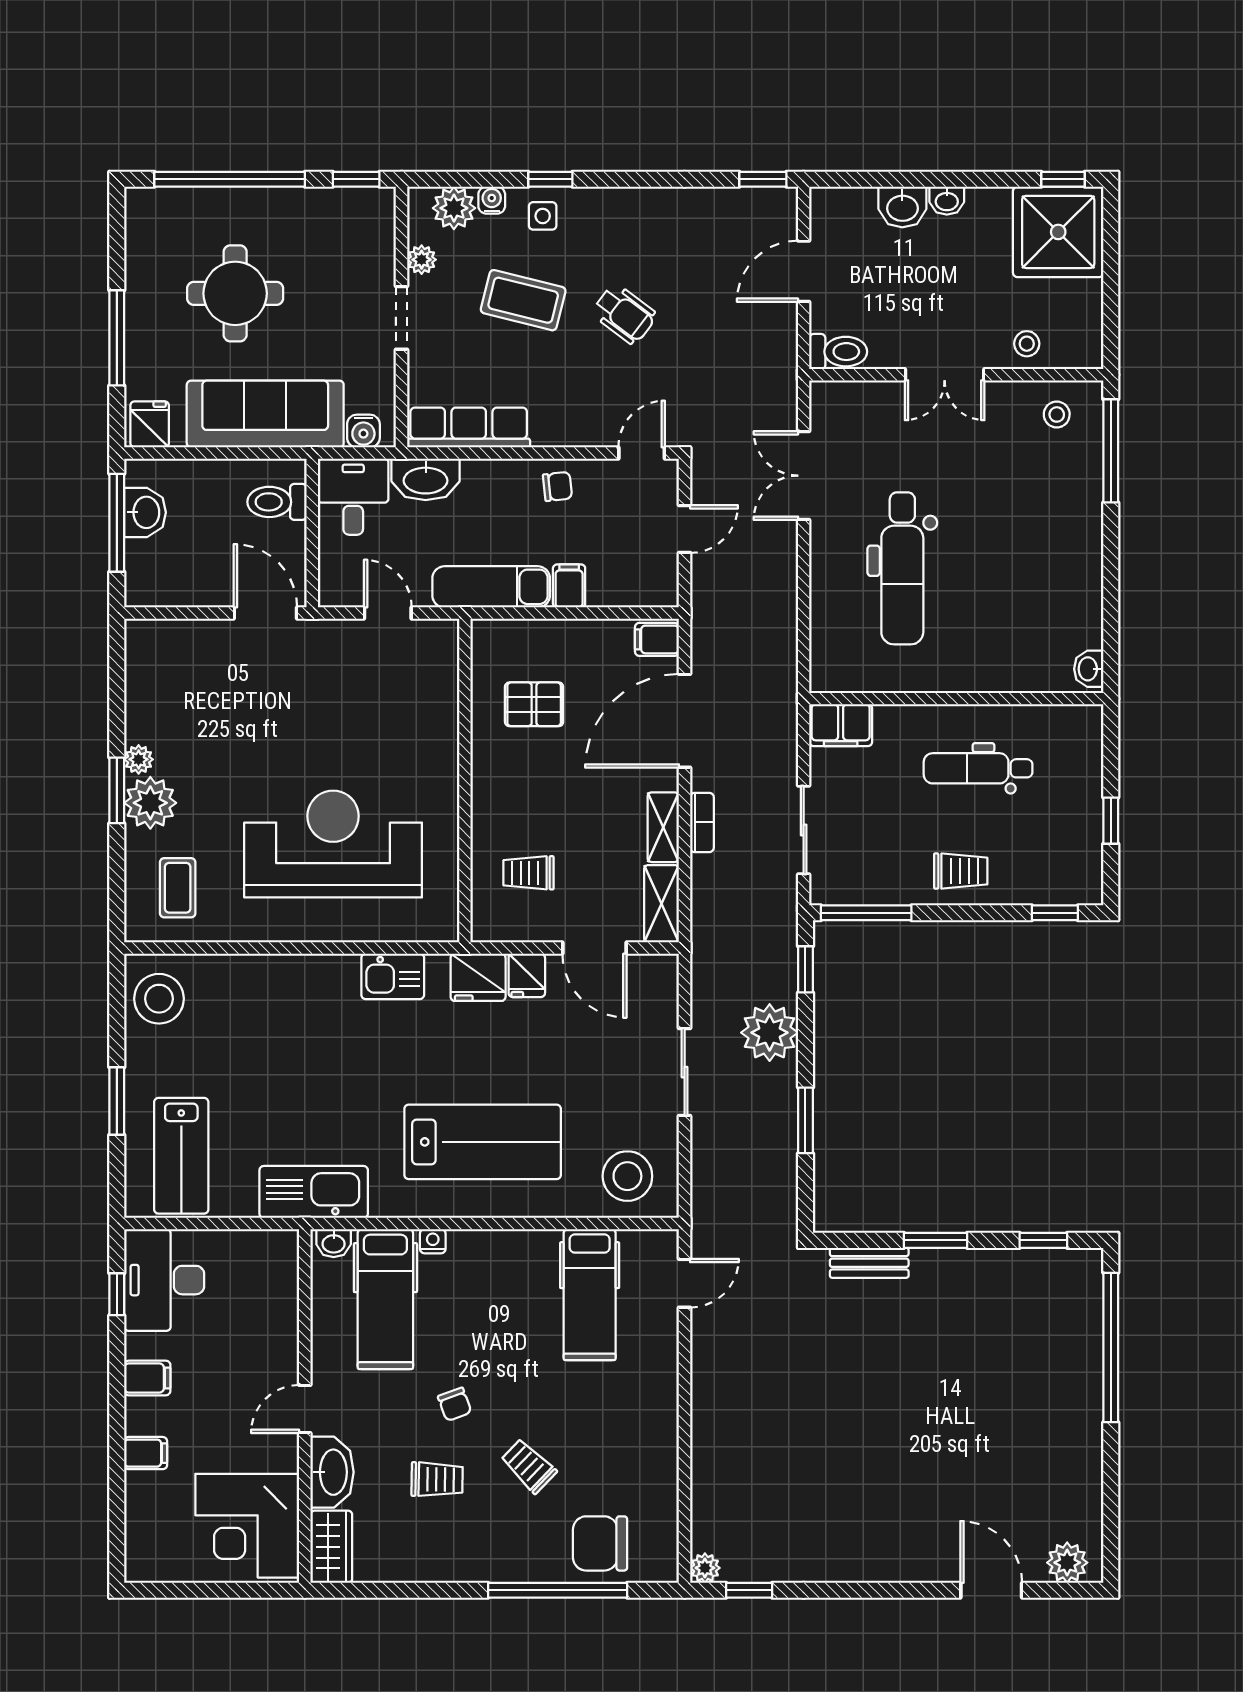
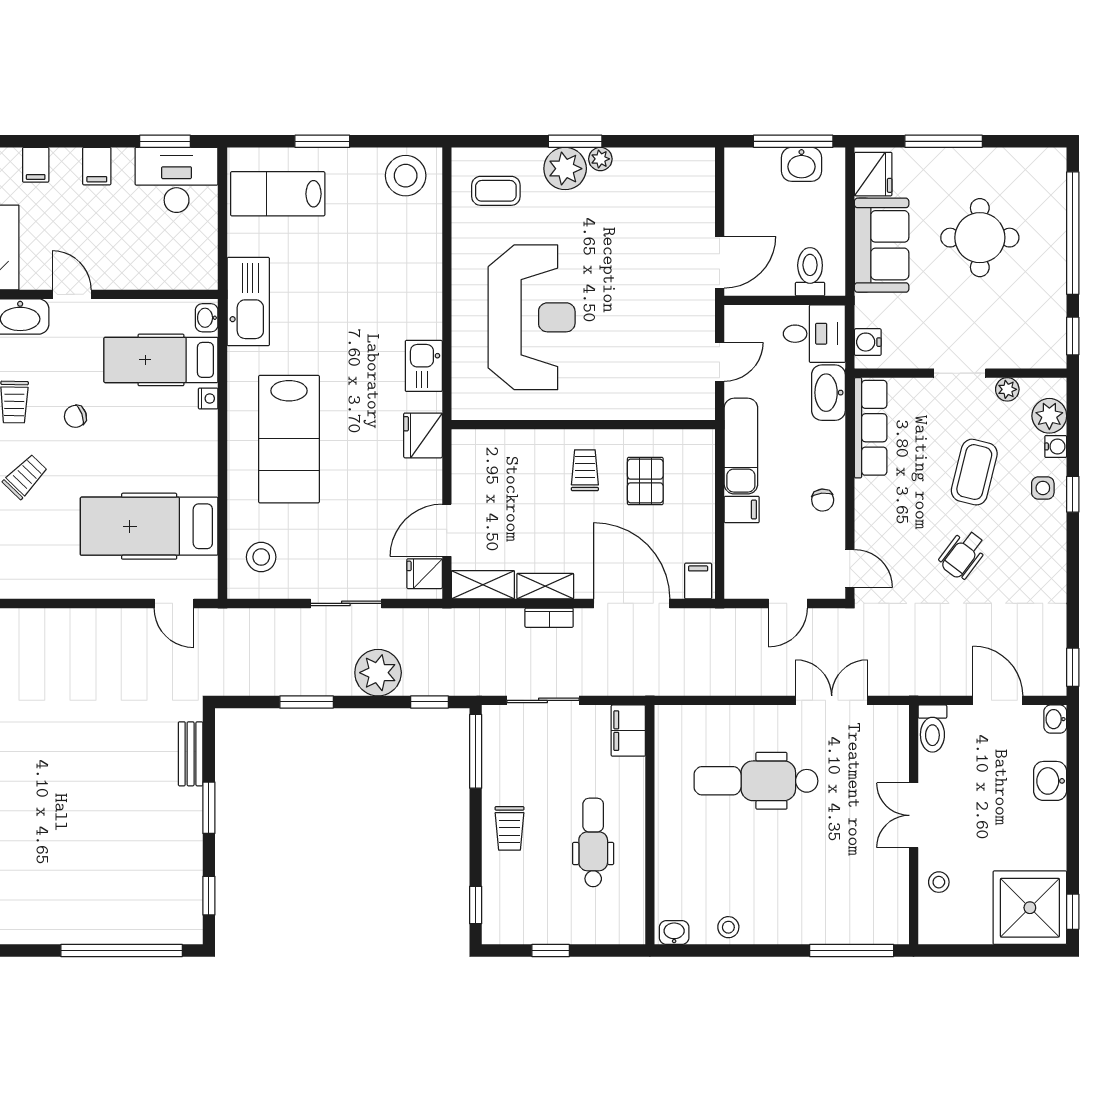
washbasin: (947, 201) -> (1055, 719), moved
sofa: (265, 414) -> (882, 245), width x0.73
stool: (1057, 414) -> (728, 927), moved
fridge: (150, 424) -> (873, 174), width x1.38
door: (685, 529) -> (788, 603), hinge flipped
trolley: (529, 873) -> (585, 470), moved
fridge: (527, 975) -> (425, 574), moved
stool: (627, 1176) -> (261, 557), width x0.73, depth x0.73
window: (117, 1294) -> (165, 141), width x1.50
hospital bed: (590, 1295) -> (149, 526), width x1.37, depth x1.29

